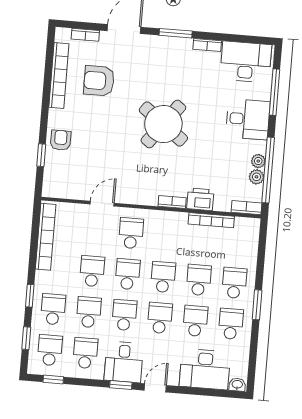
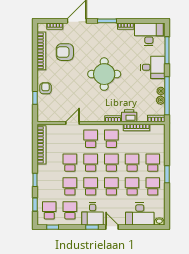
round table: (163, 124) -> (104, 74), turned -37
school desk: (53, 309) -> (111, 139), moved
door: (155, 388) -> (112, 227), hinge flipped

